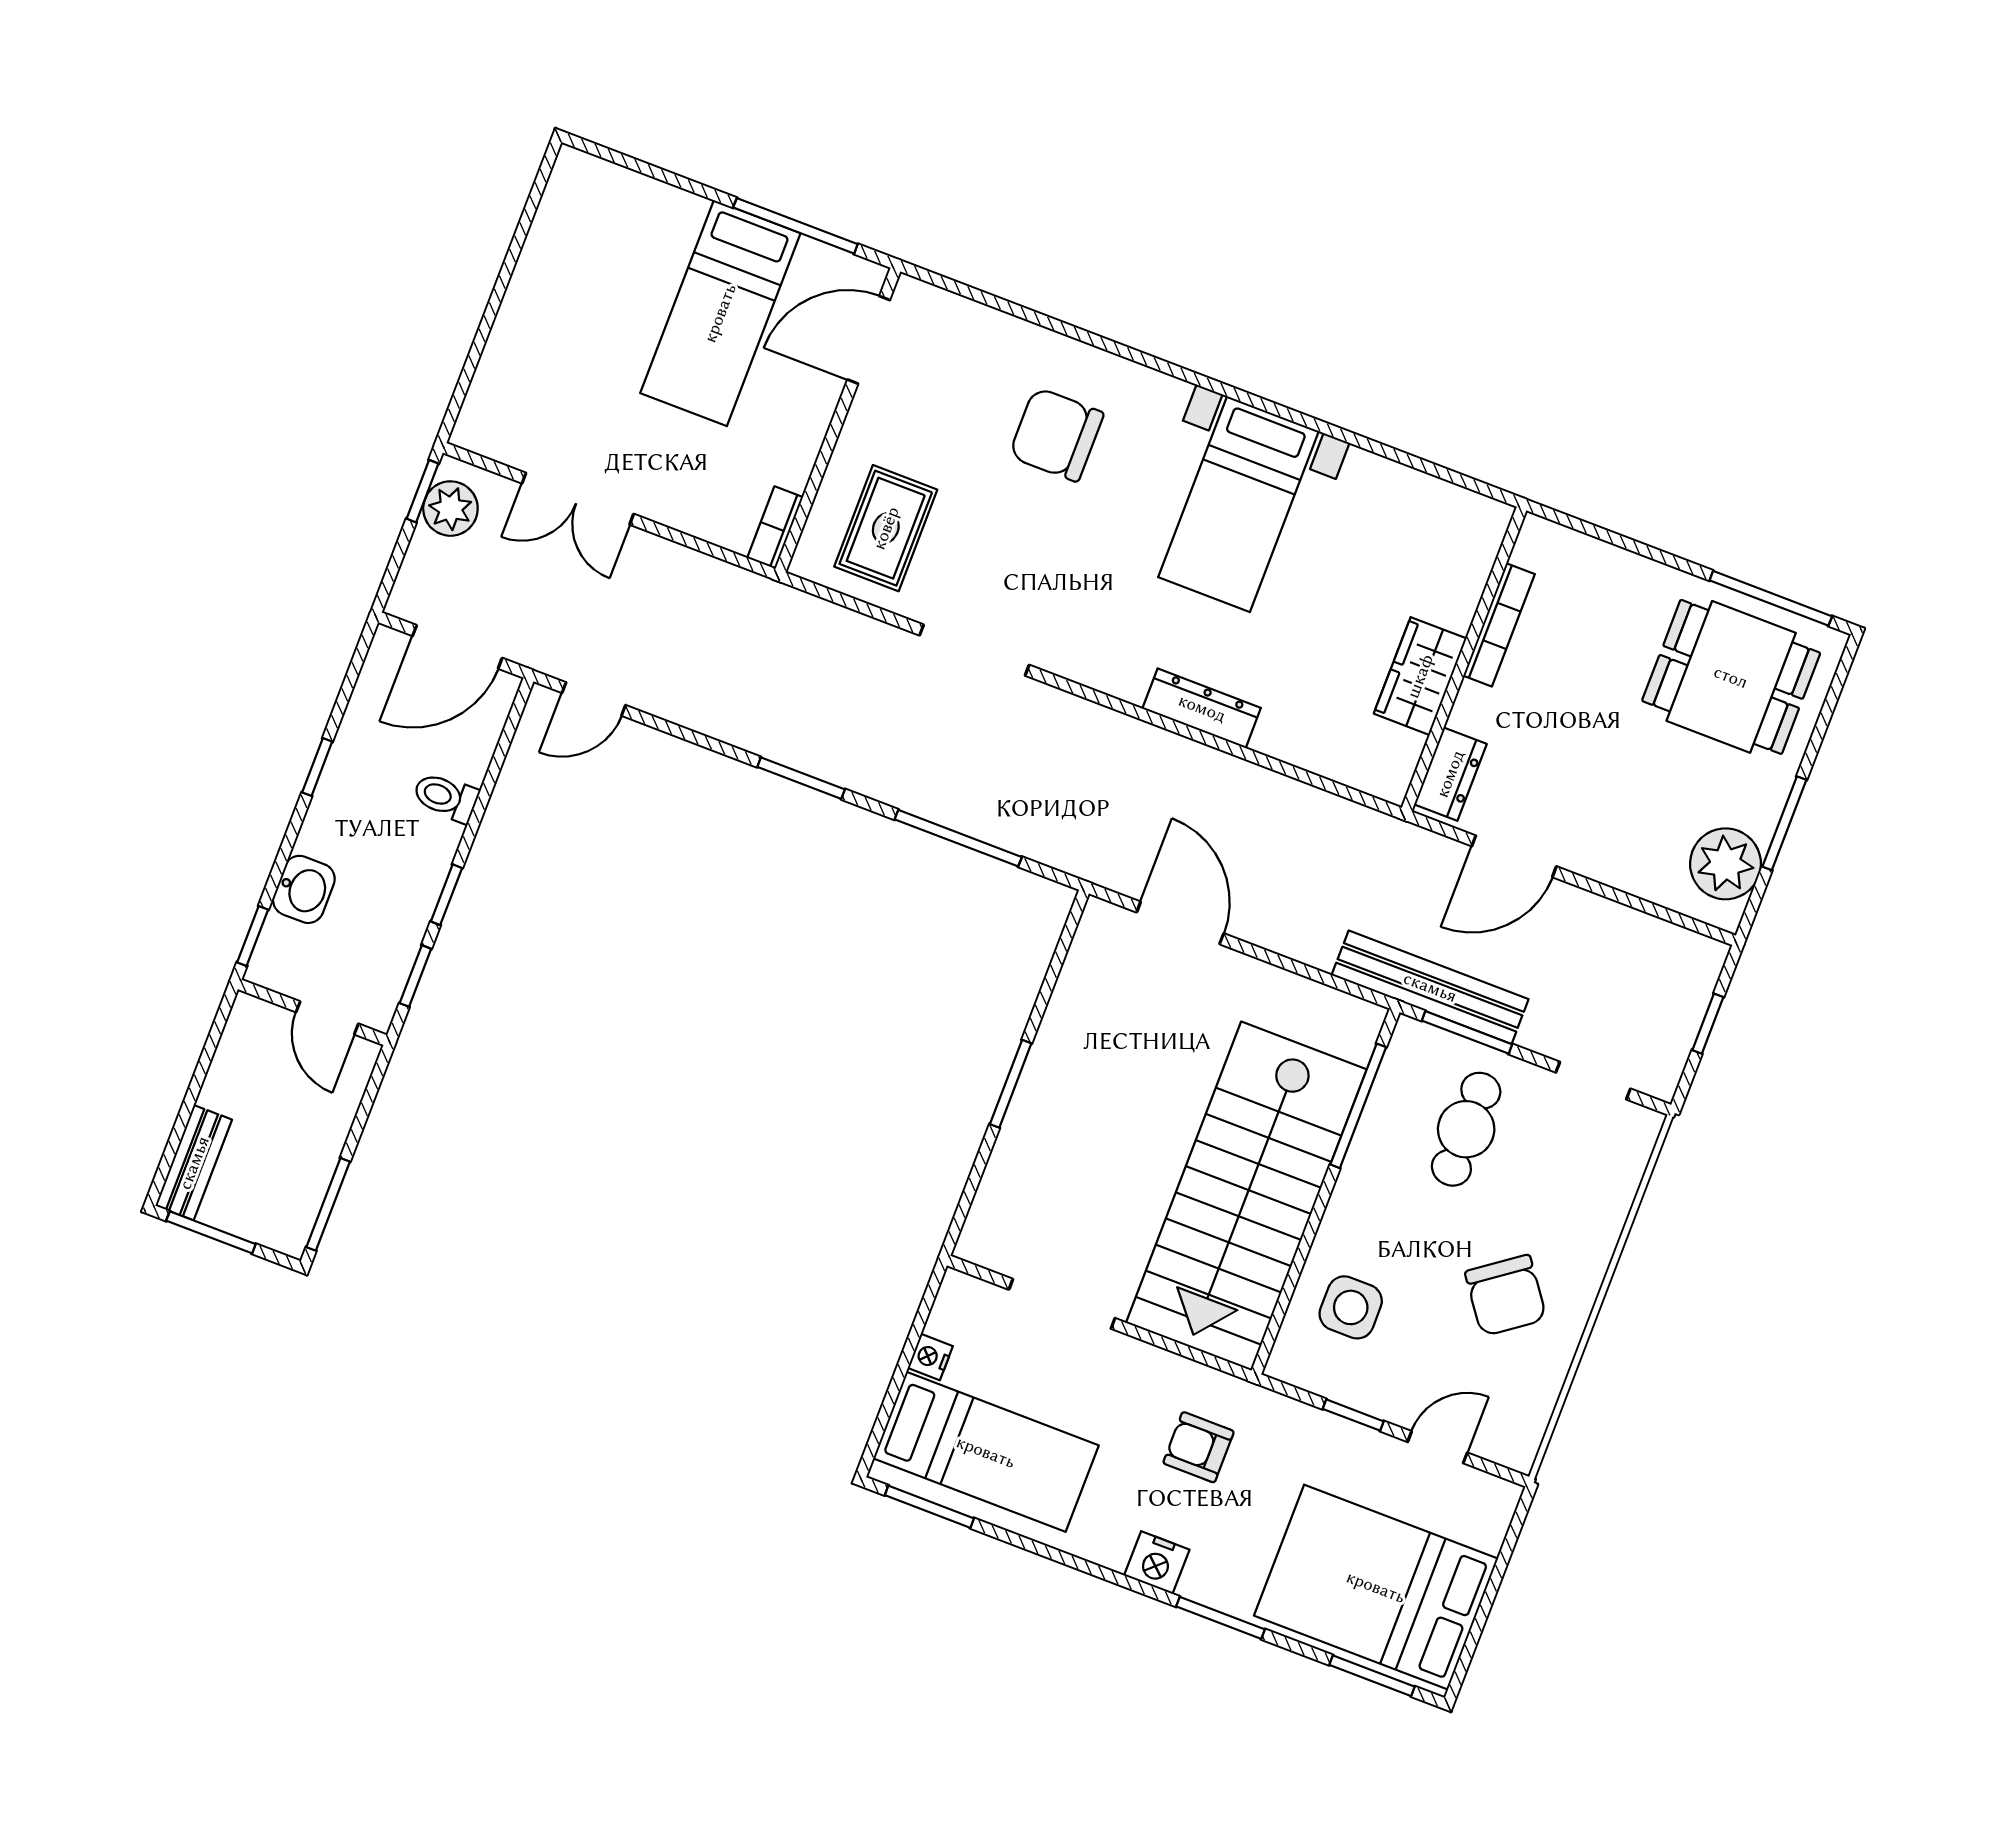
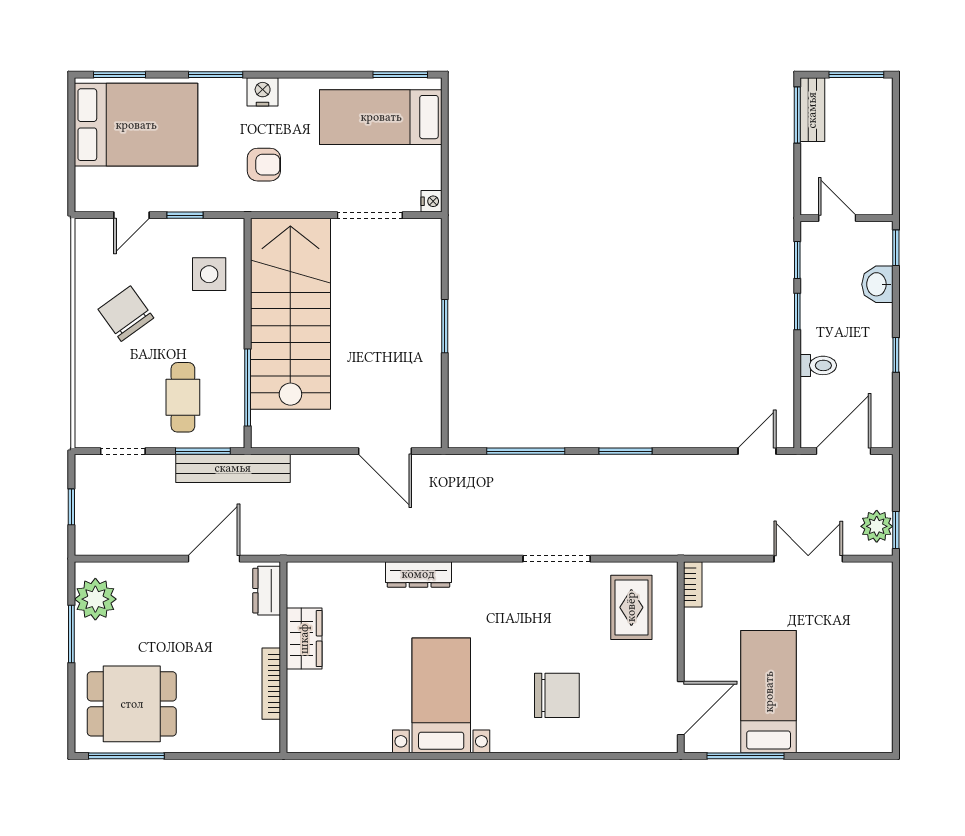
bench: (194, 1163) -> (812, 110), moved
nightstand: (930, 1357) -> (432, 201), moved

